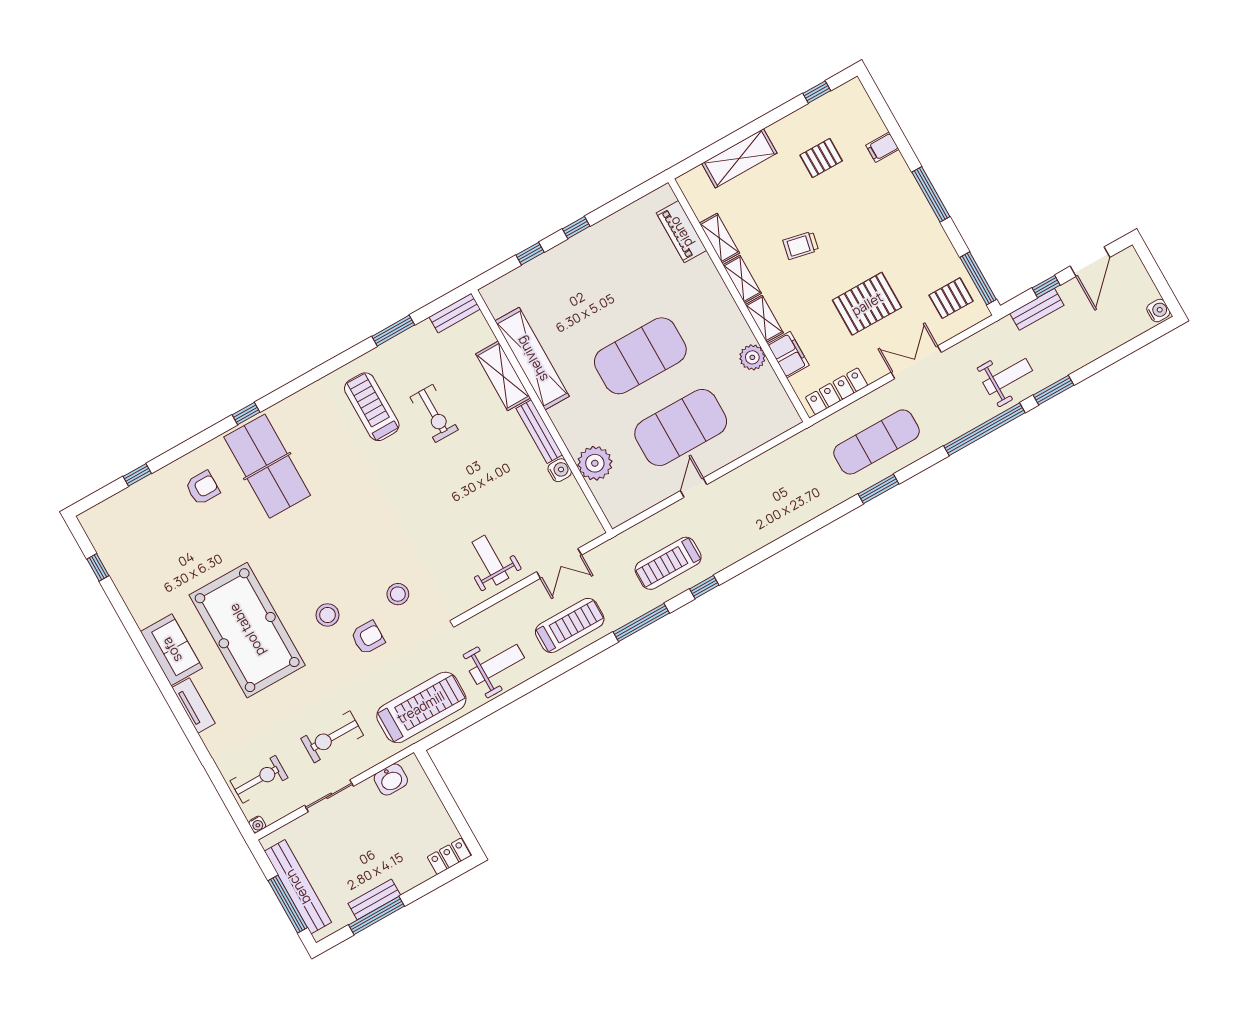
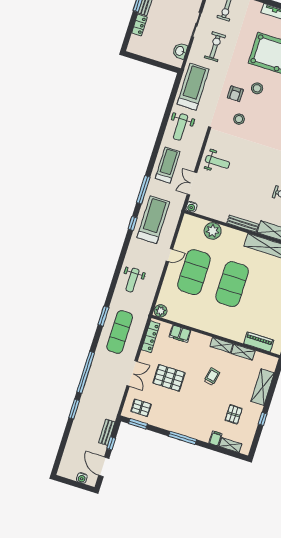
window: (817, 92) -> (263, 419), moved
window: (978, 278) -> (138, 424), width x0.69
pallet: (951, 298) -> (141, 408), turned 90
pallet: (867, 304) -> (169, 378), turned 90
water cooler: (1158, 311) -> (82, 478), moved
shelving: (764, 319) -> (230, 445), moved
plant: (752, 357) -> (161, 311), moved
weight bench: (1008, 376) -> (132, 280), moved
water cooler: (560, 470) -> (191, 207), moved
door: (694, 488) -> (169, 255), hinge flipped
treadmill: (668, 563) -> (153, 220), width x1.37, depth x1.38
treadmill: (570, 625) -> (168, 165), turned 180
treadmill: (421, 707) -> (193, 87), turned 180
locker: (449, 856) -> (139, 25), moved

